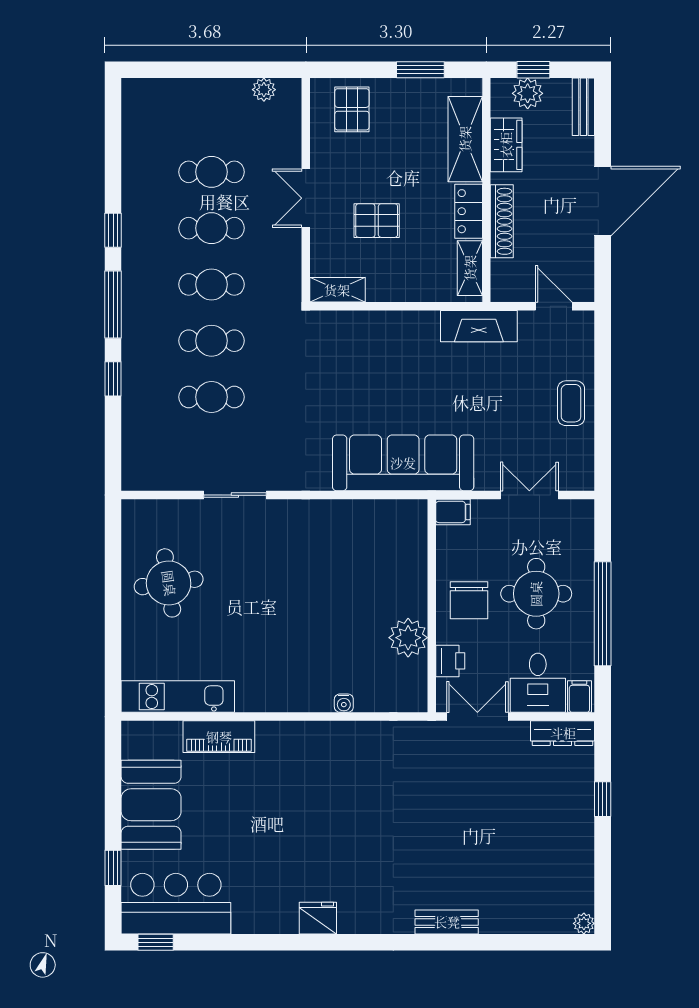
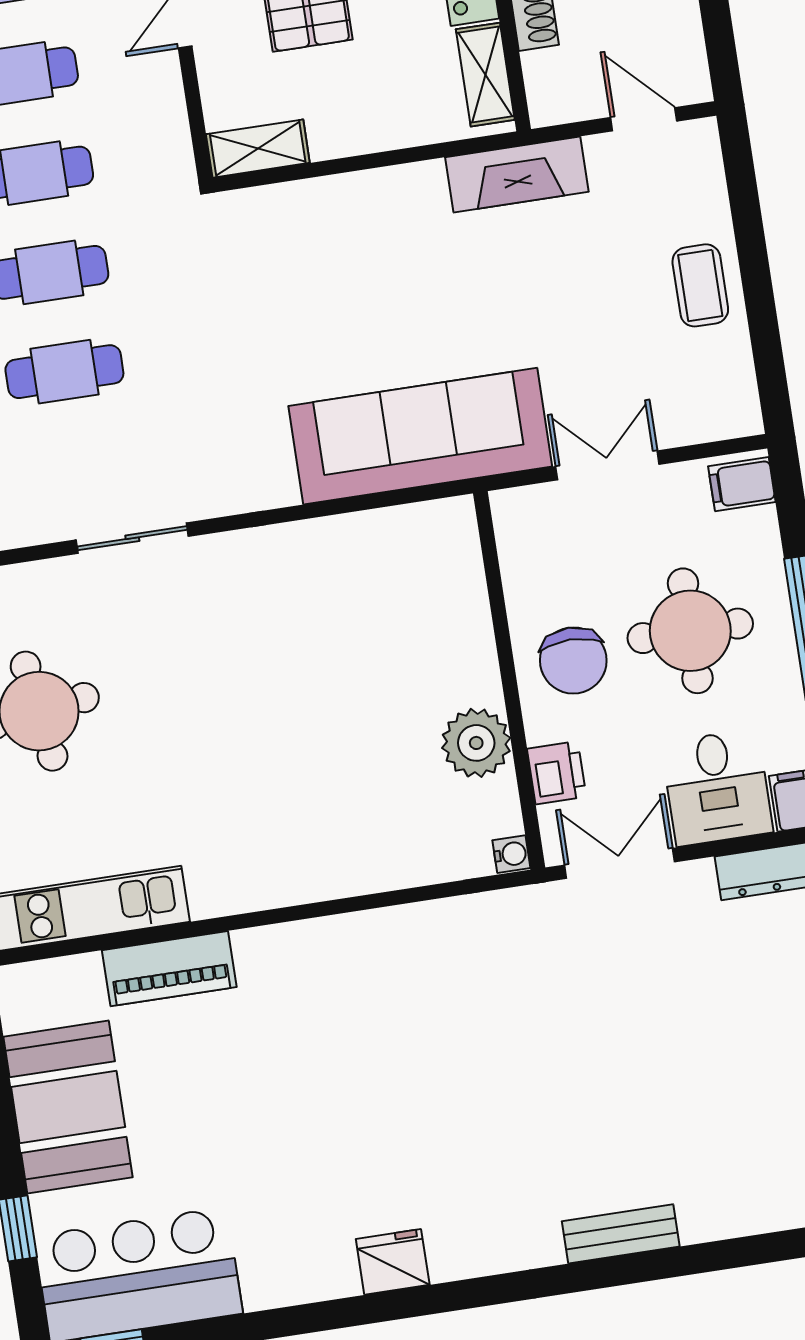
double door: (529, 495) -> (607, 465), moved
filing cabinet: (453, 512) -> (742, 484), moved, turned 180
water cooler: (344, 703) -> (511, 854), moved, turned -90

